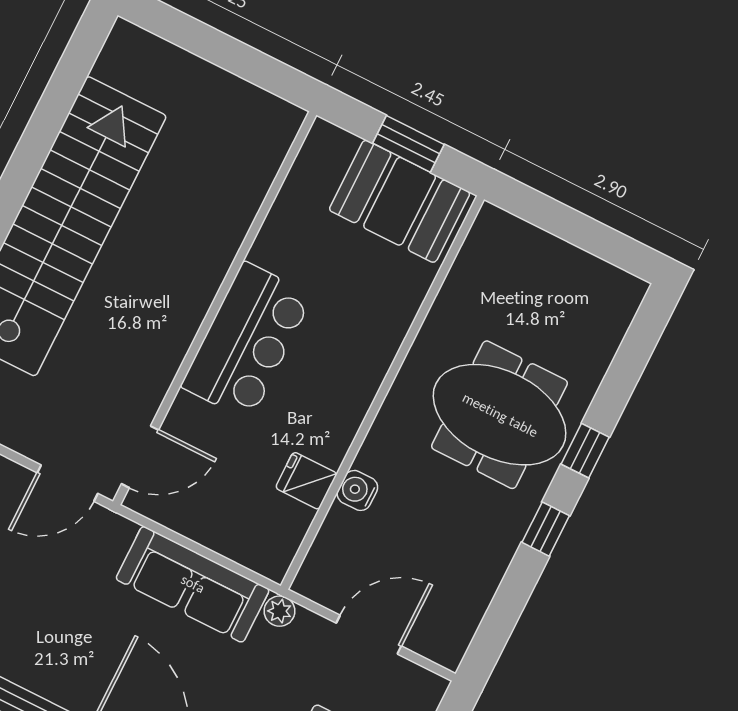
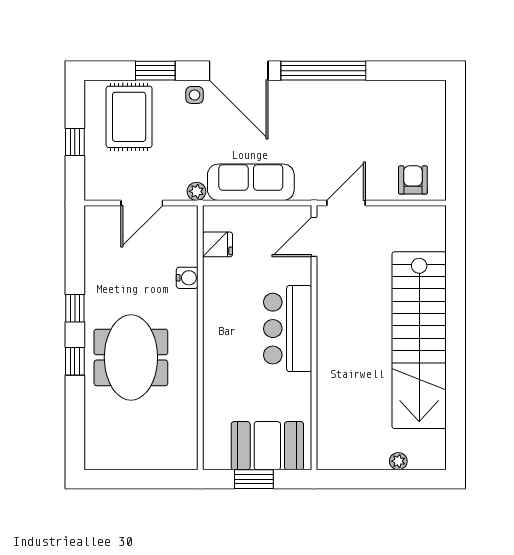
plant: (182, 63) -> (398, 461), added
booth: (400, 201) -> (267, 446), moved
meeting table: (500, 415) -> (131, 357), turned 90
fridge: (306, 481) -> (217, 244), moved

